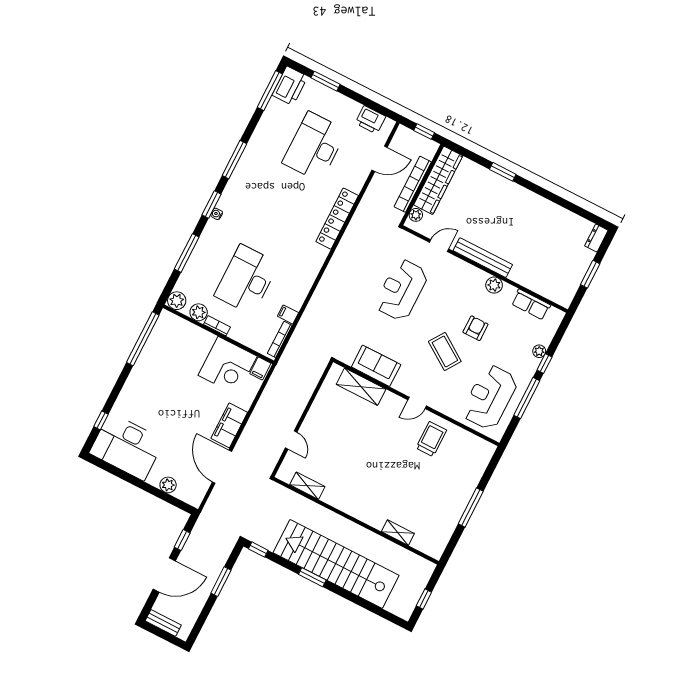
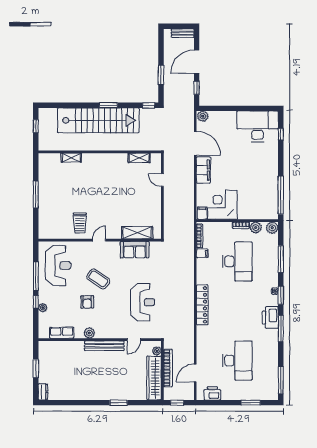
printer: (290, 86) -> (270, 317), moved
locker: (337, 219) -> (202, 305), moved
plant: (168, 485) -> (203, 116), moved

